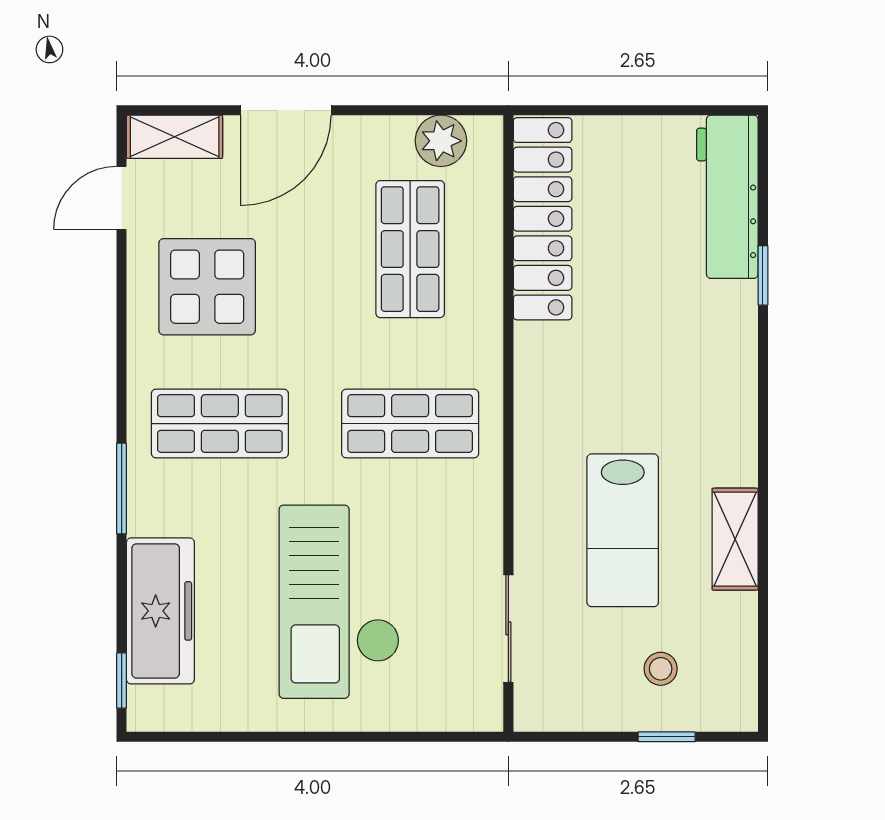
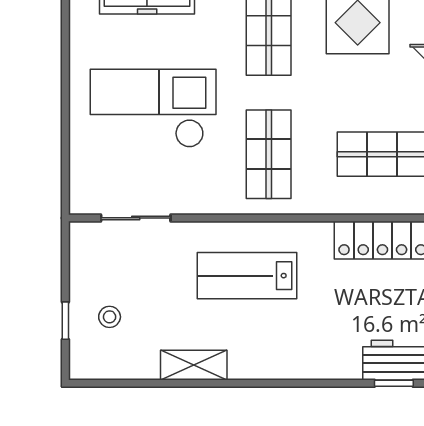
window: (763, 275) -> (394, 383), moved
lab bench: (623, 530) -> (247, 276), moved

